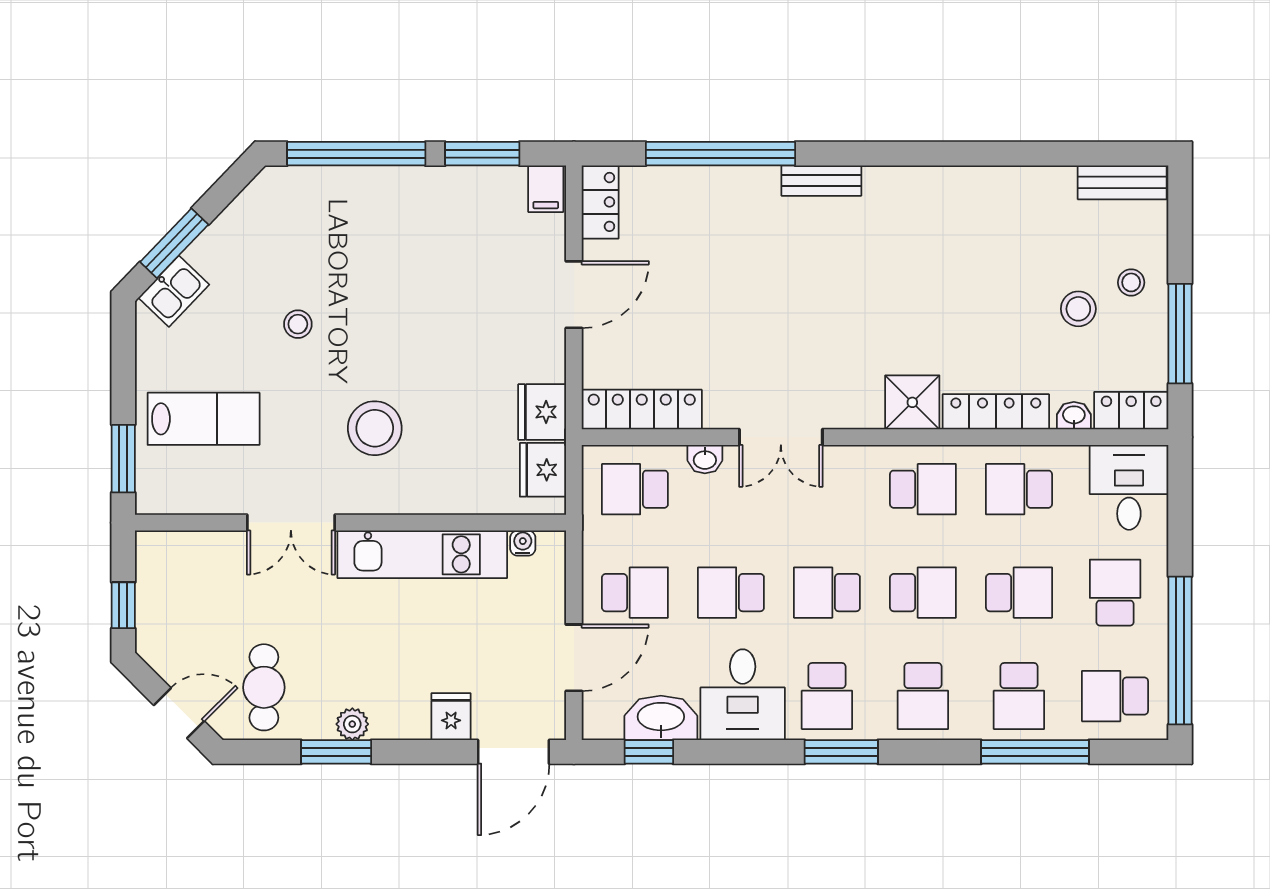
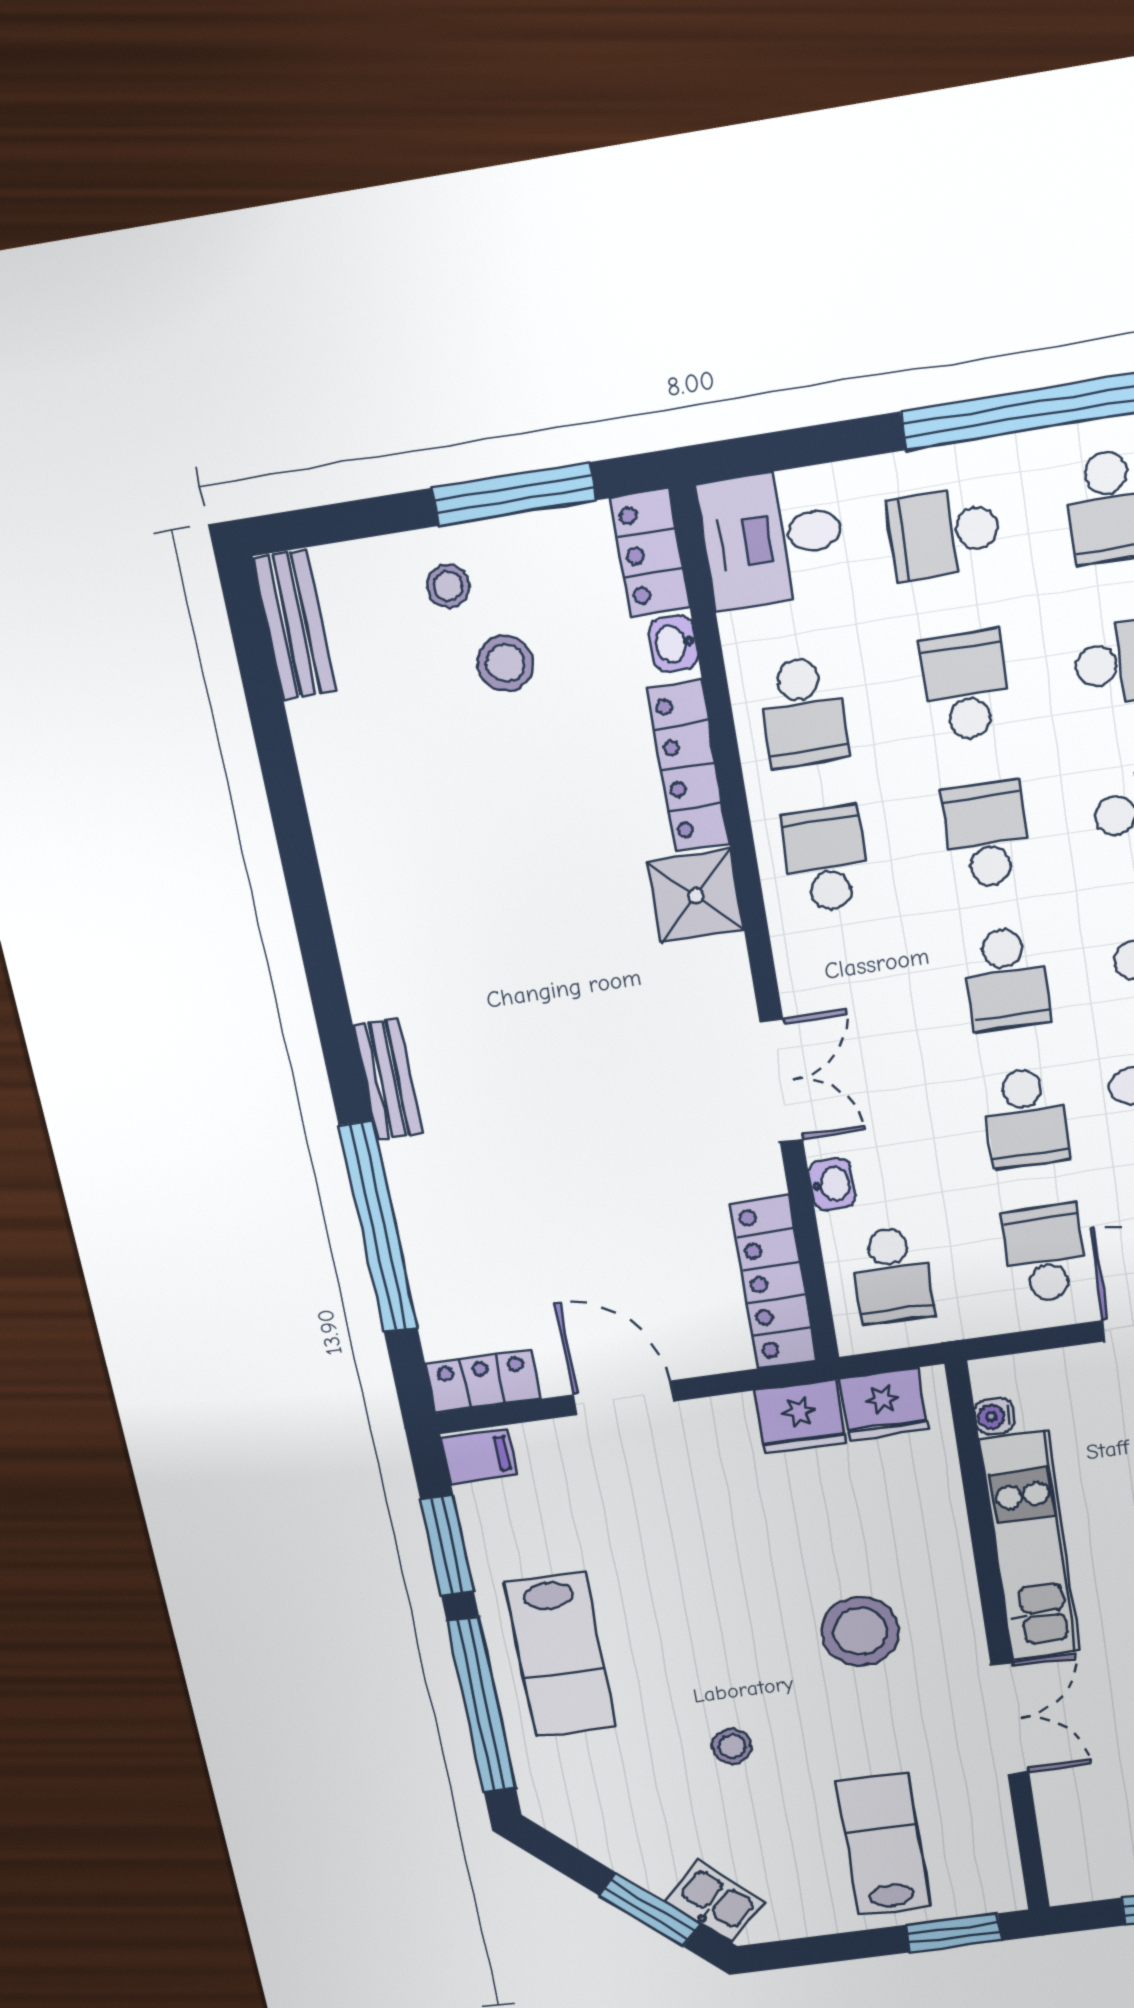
lab bench: (387, 216) -> (560, 1655), added

